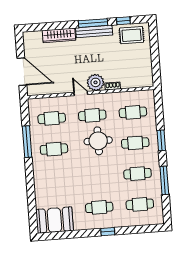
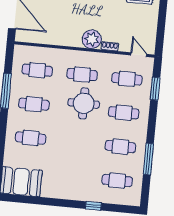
door: (81, 93) -> (139, 55), moved
window: (161, 140) -> (155, 89), moved
cafe table: (99, 207) -> (31, 138), moved
window: (108, 232) -> (93, 206), moved

